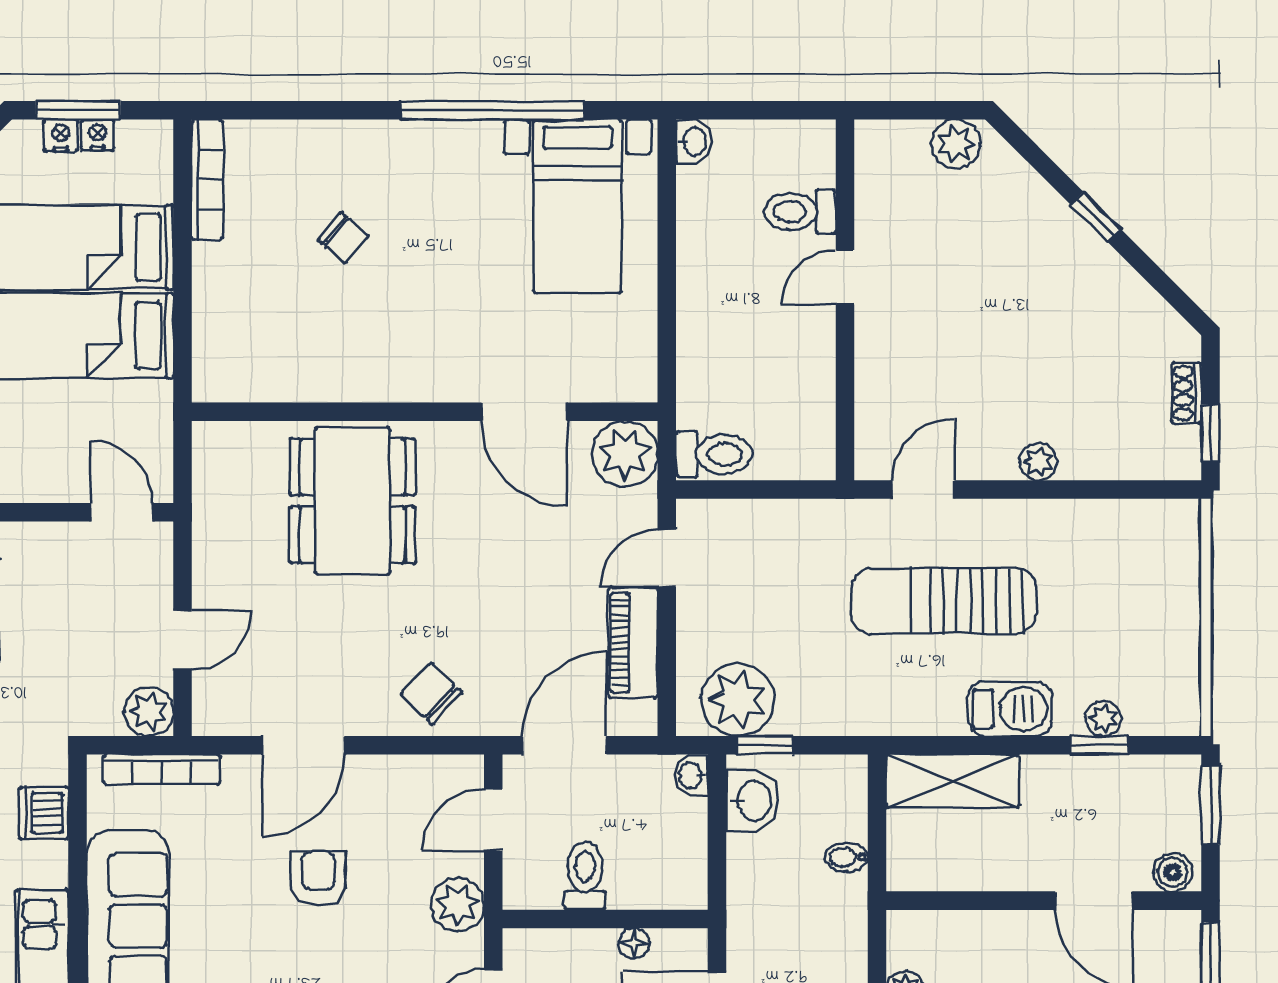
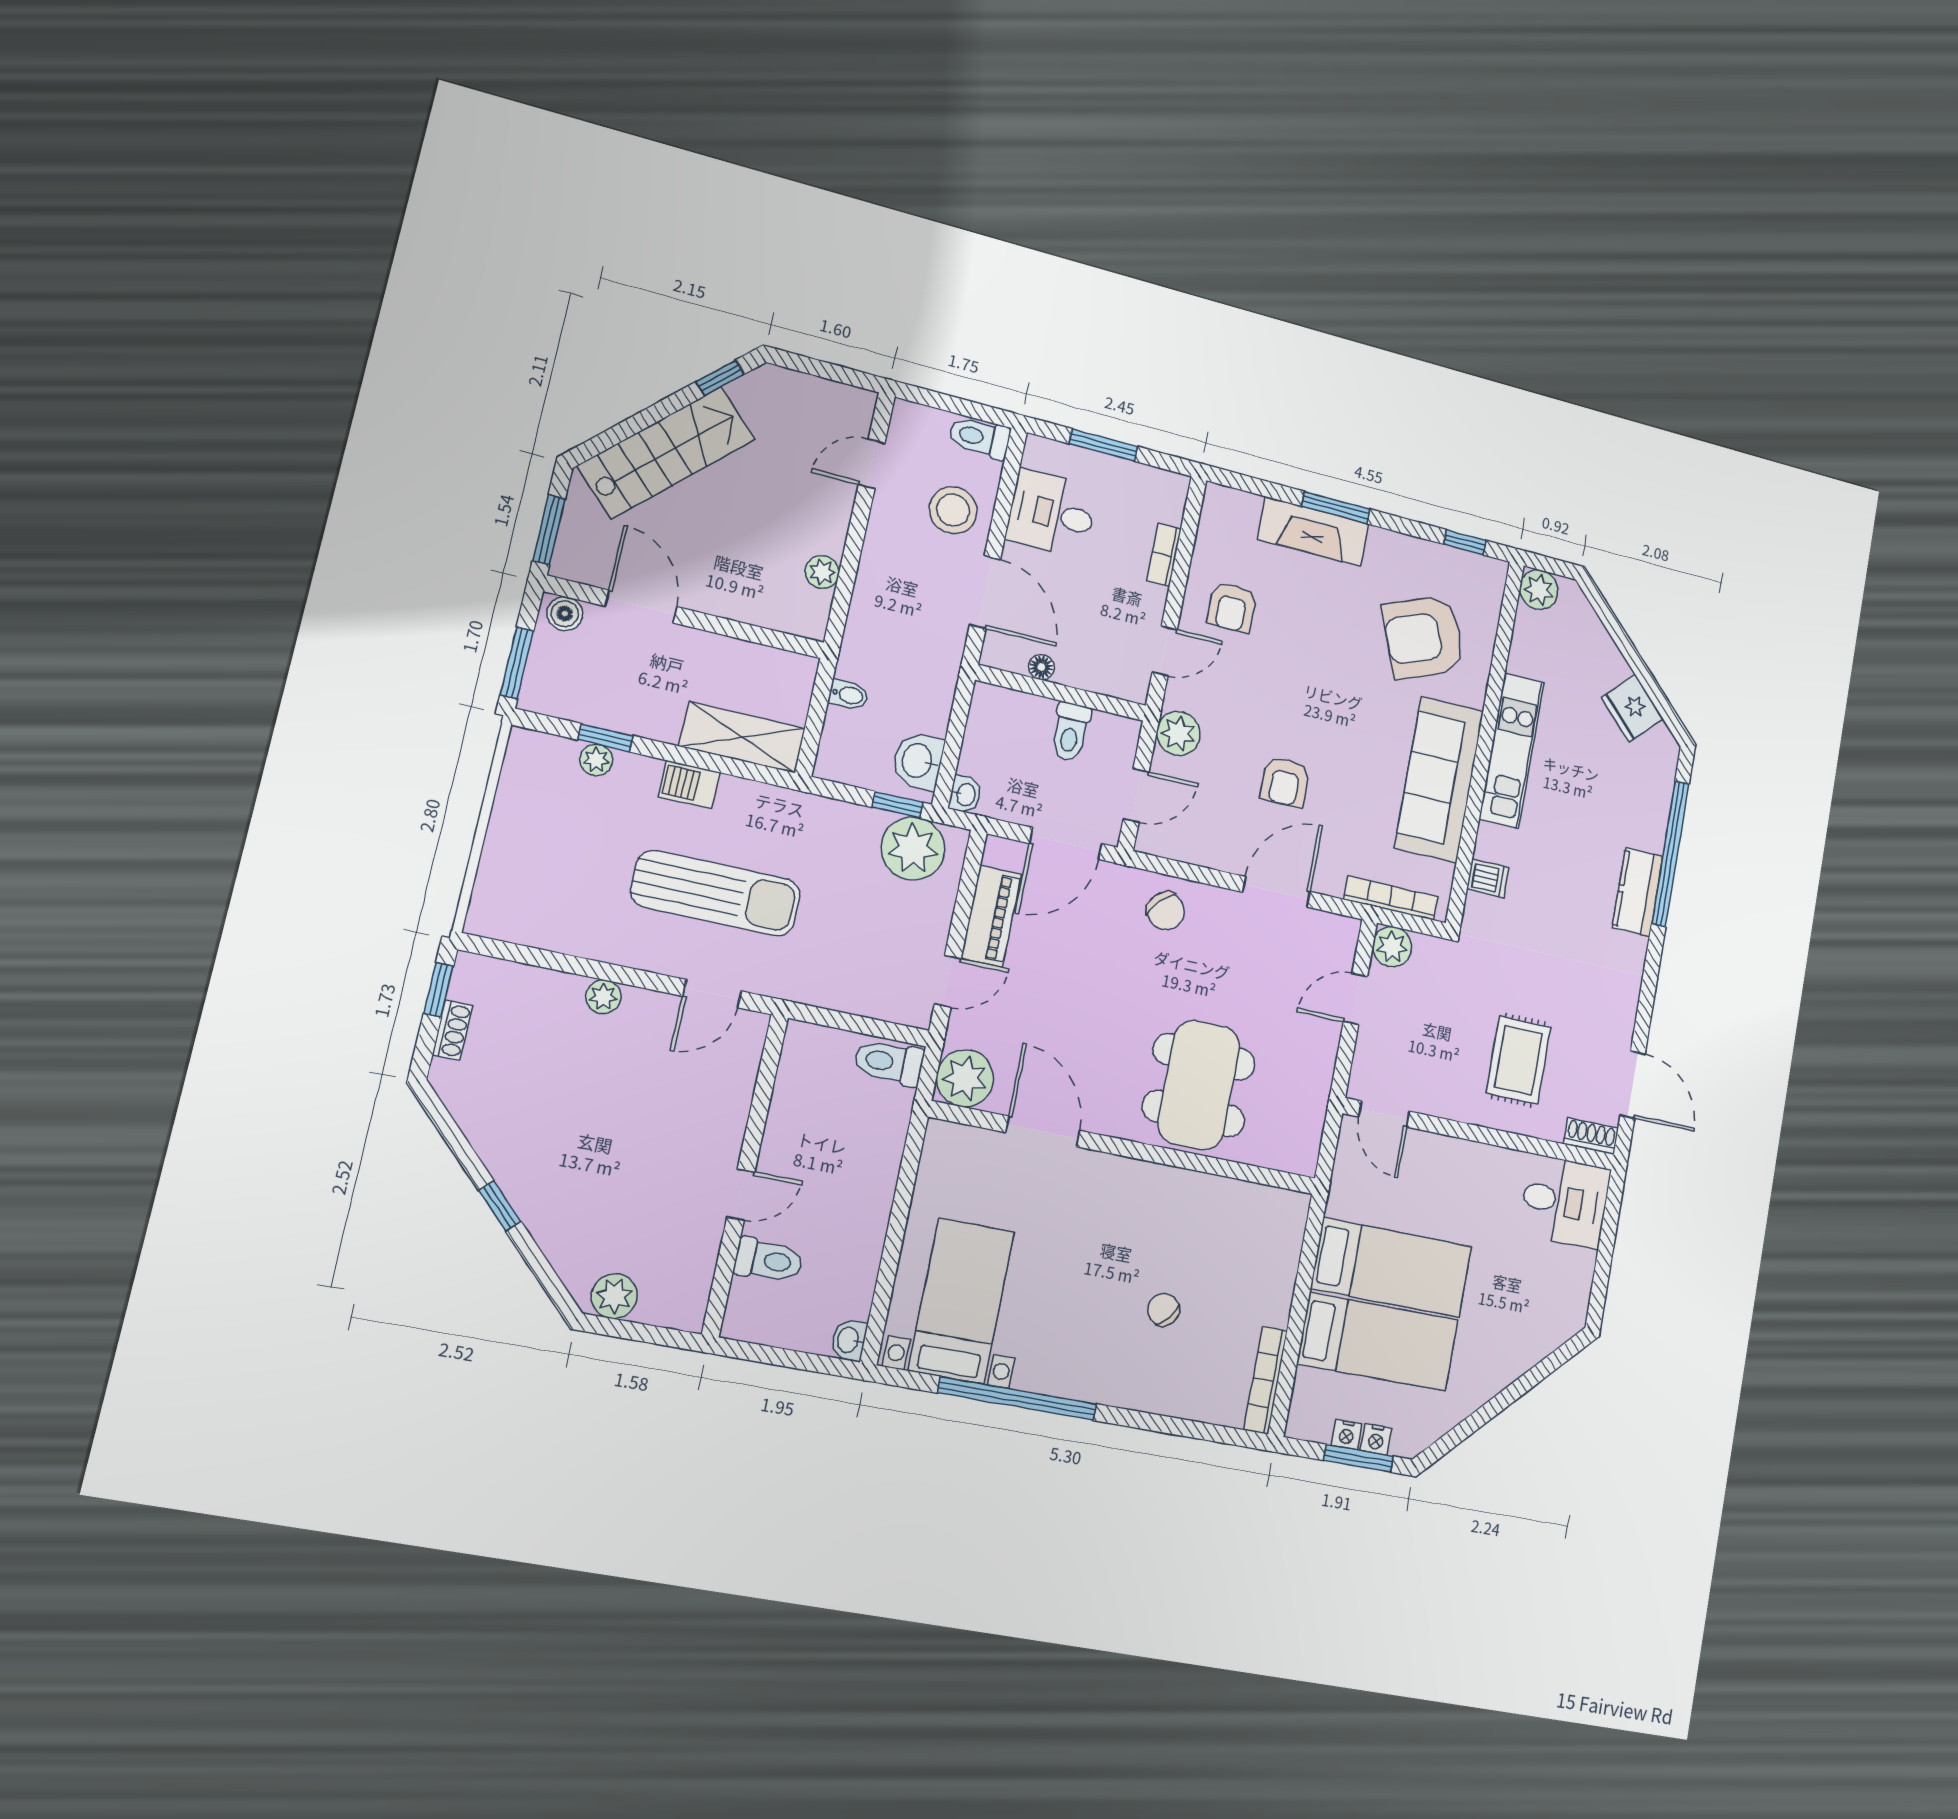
barbecue: (1010, 709) -> (689, 785), width x0.73, depth x0.79
dishwasher: (44, 813) -> (1488, 878), width x0.73

